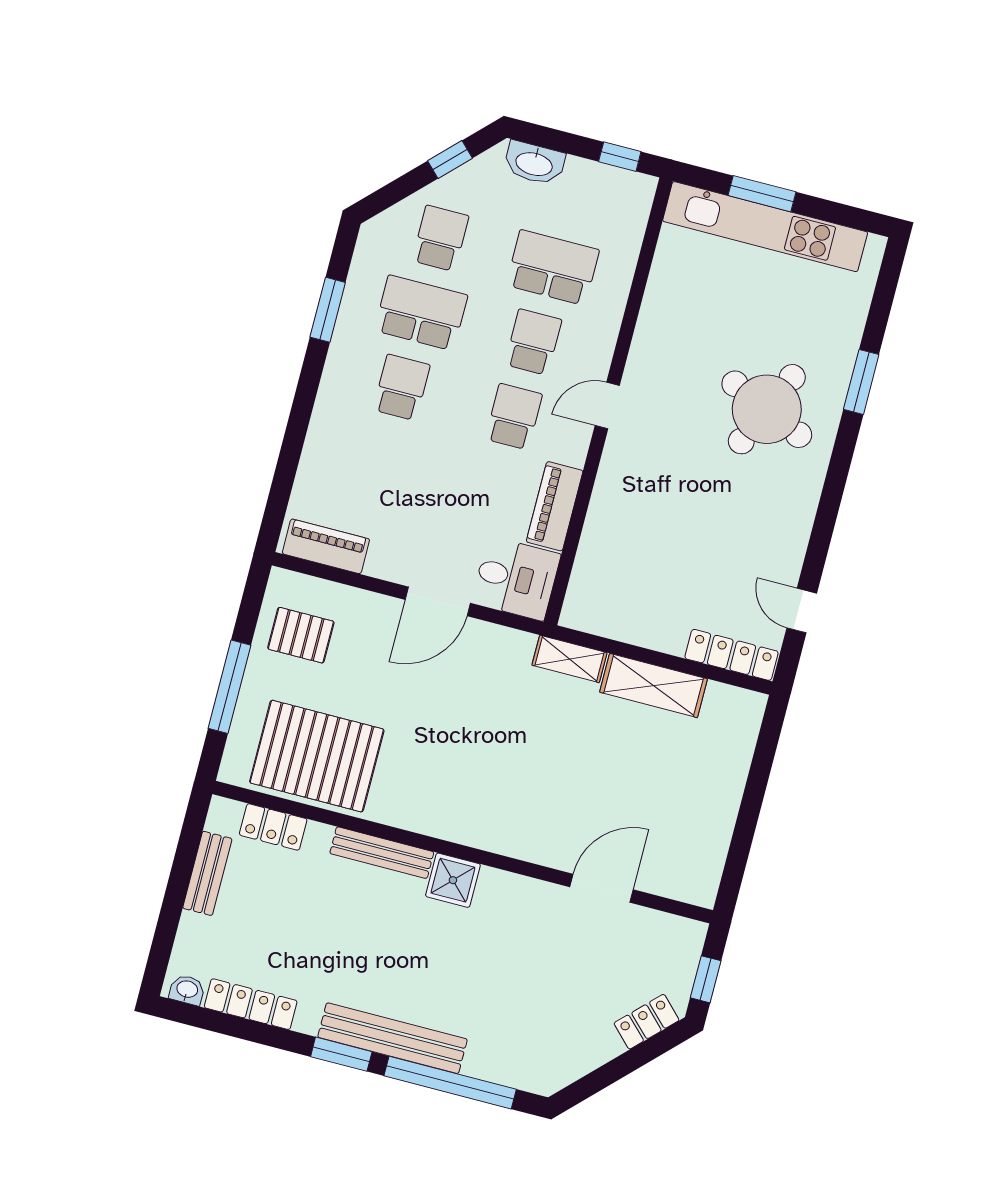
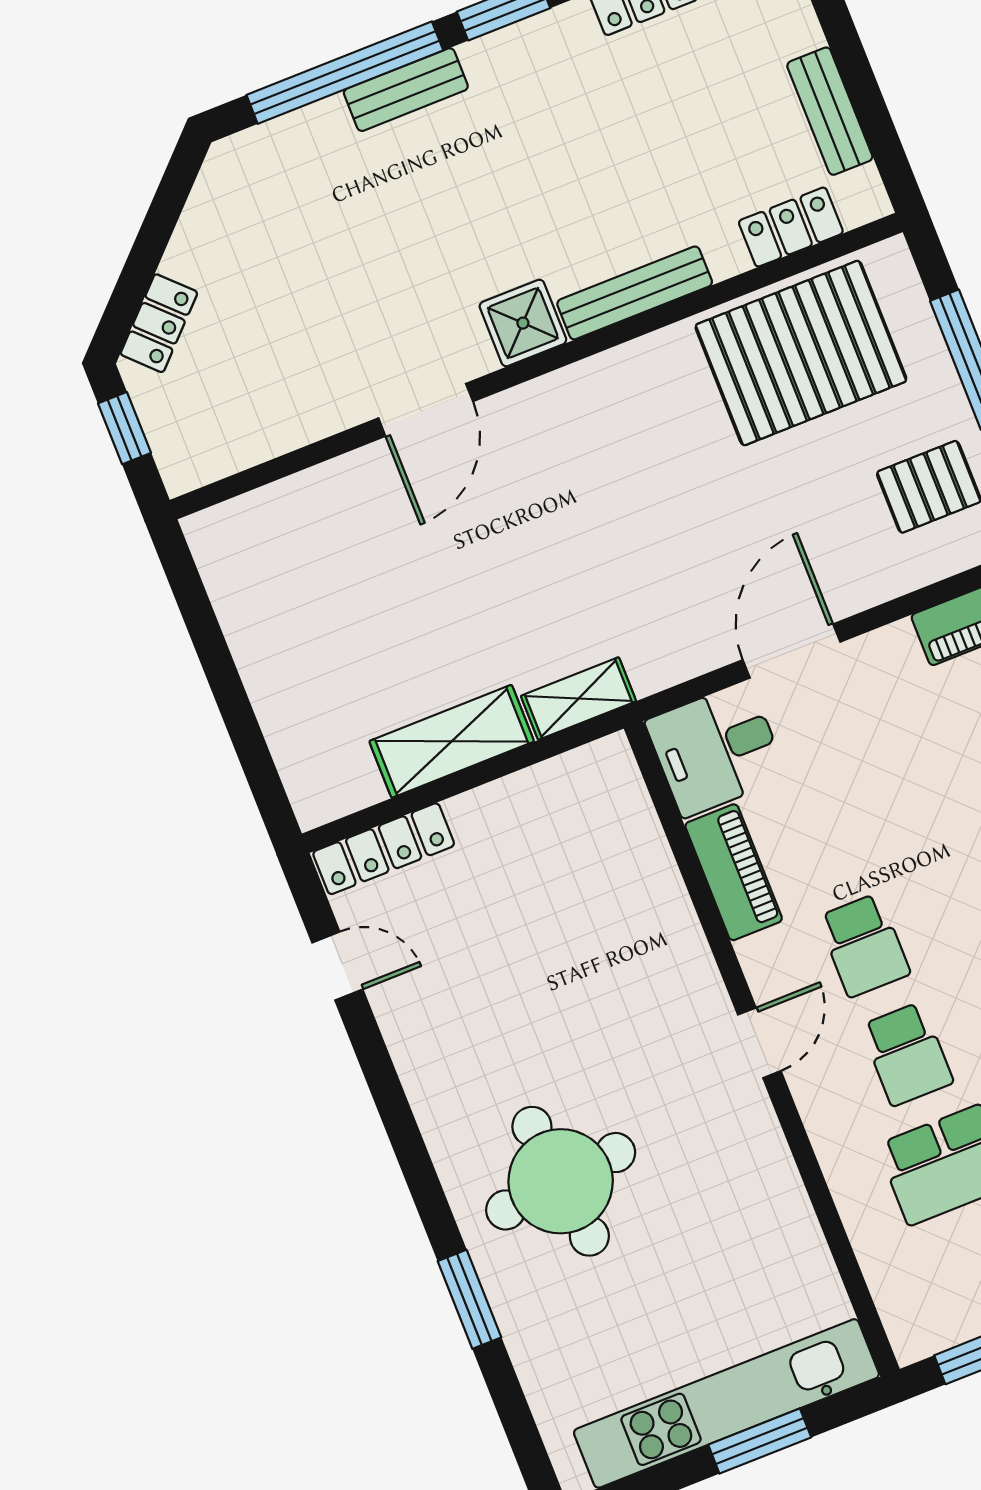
round table: (767, 409) -> (561, 1181), turned -30
door: (601, 888) -> (426, 410), moved
bench: (393, 1038) -> (406, 90), width x0.54, depth x0.82

